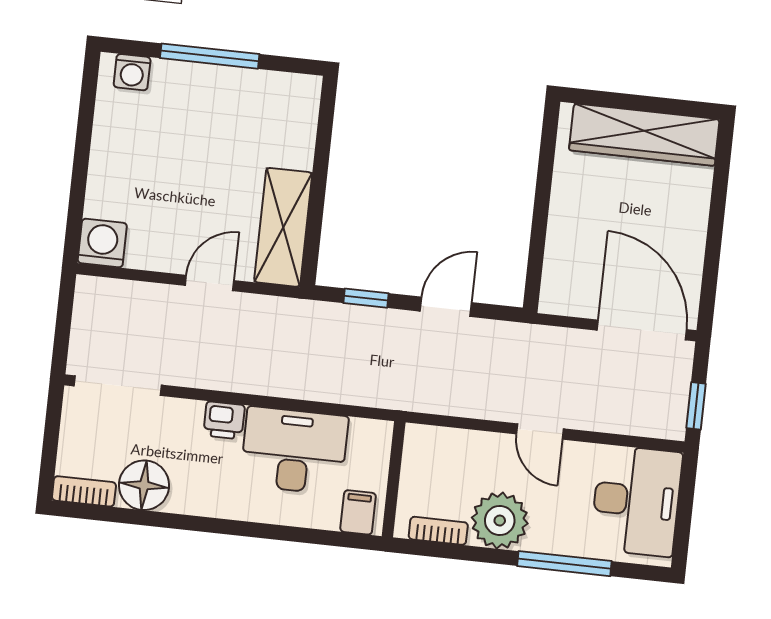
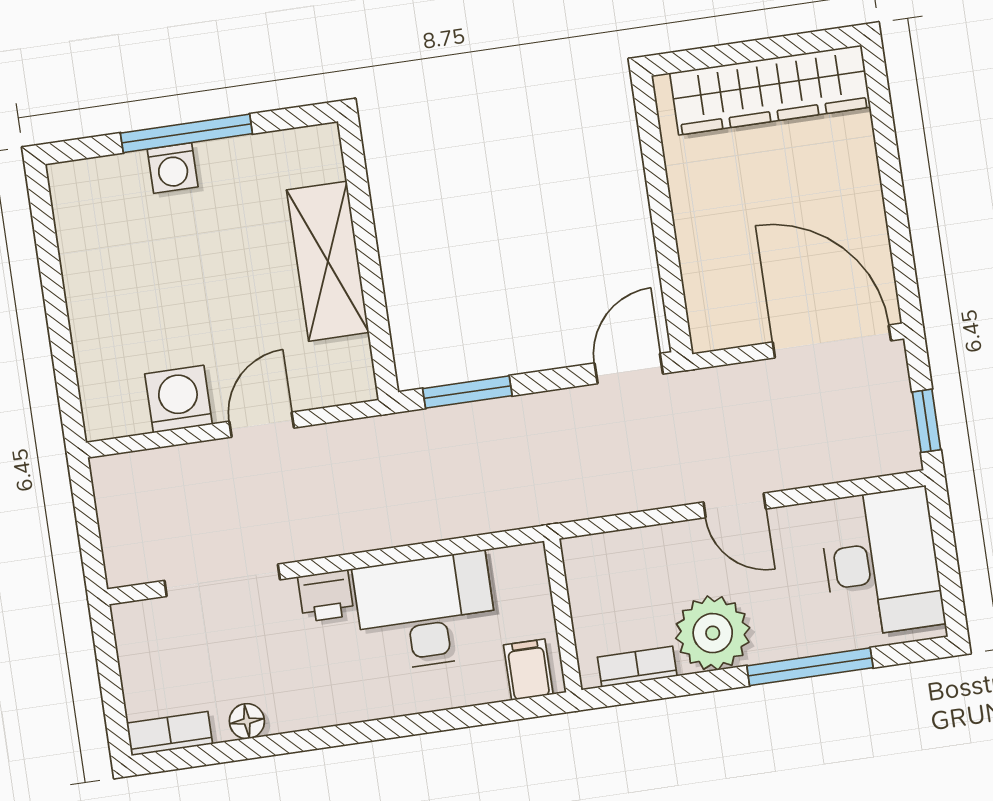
washing machine: (132, 72) -> (173, 168), moved
shelving: (283, 227) -> (328, 261), moved
washing machine: (102, 243) -> (179, 399), moved
window: (366, 298) -> (467, 392), width x1.50
door: (446, 307) -> (629, 369), moved
doorway: (118, 386) -> (222, 580), moved
floor lamp: (144, 485) -> (247, 721), width x0.53, depth x0.53

